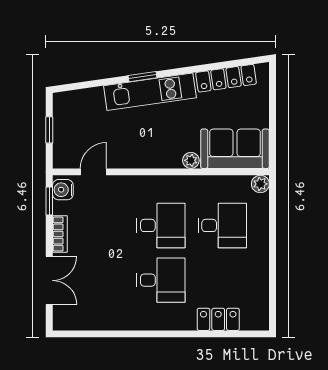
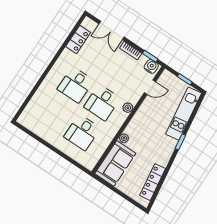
kitchen unit: (150, 92) -> (184, 114), moved
door: (93, 172) -> (150, 87), hinge flipped
plant: (260, 184) -> (128, 108), moved
locker: (218, 319) -> (78, 39), moved

